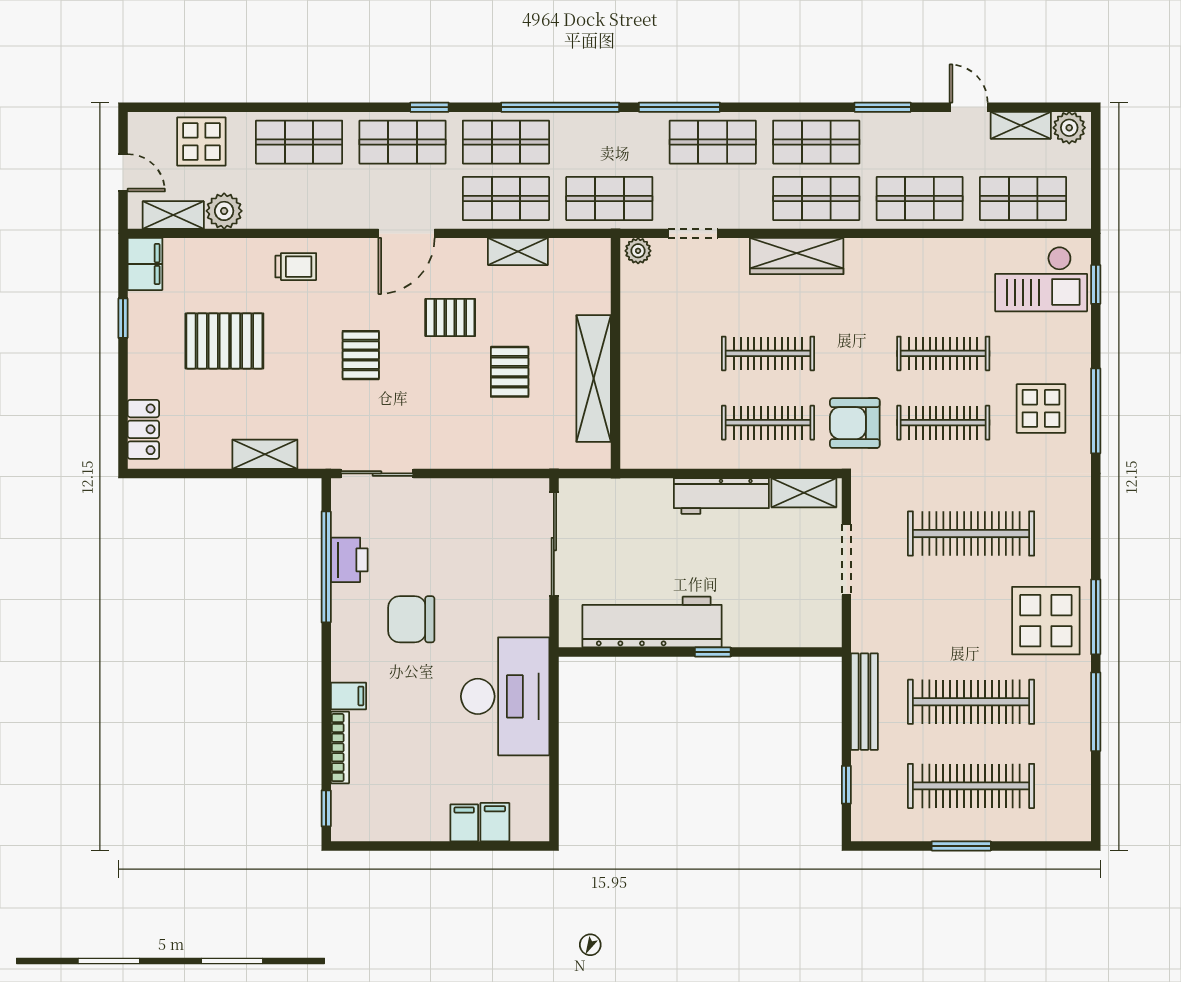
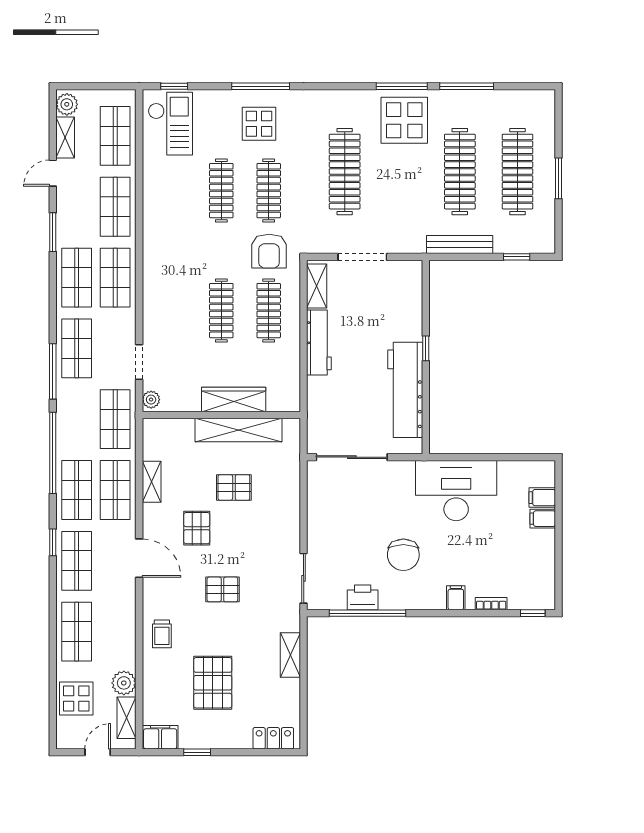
wardrobe: (797, 256) -> (234, 399), moved, turned -90
trolley: (296, 267) -> (162, 634), turned 180
bookcase: (340, 748) -> (491, 604), width x0.64

